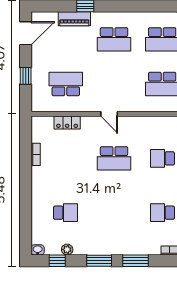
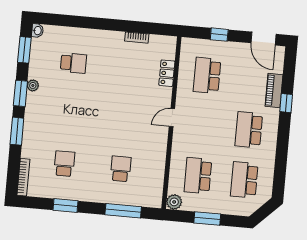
school desk: (66, 84) -> (207, 75), turned 180
school desk: (114, 158) -> (125, 118), removed
school desk: (66, 213) -> (73, 63), turned -90
plant: (67, 250) -> (33, 85), moved
window: (57, 261) -> (24, 50), width x1.50

